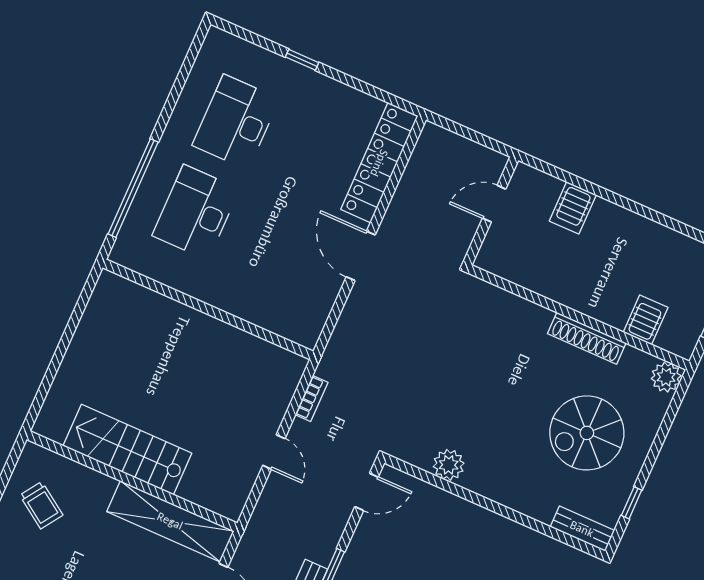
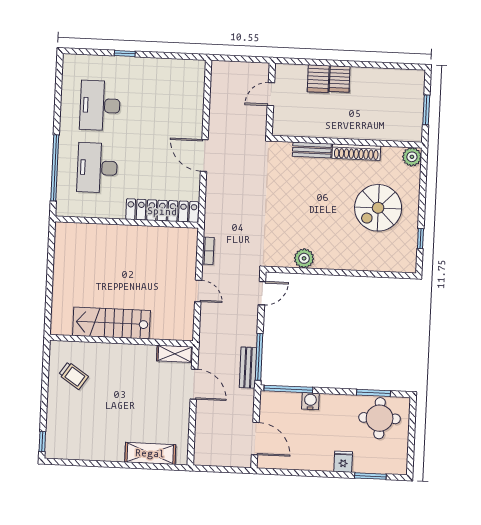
locker: (379, 163) -> (162, 211), moved, turned 90
server rack: (646, 320) -> (340, 79), moved, turned 180
shelving: (170, 521) -> (175, 354), width x0.45, depth x0.75
bench: (582, 529) -> (312, 150), moved

